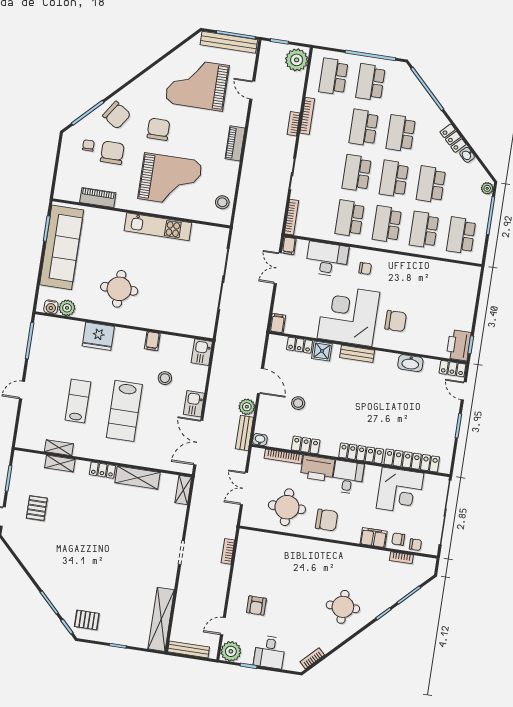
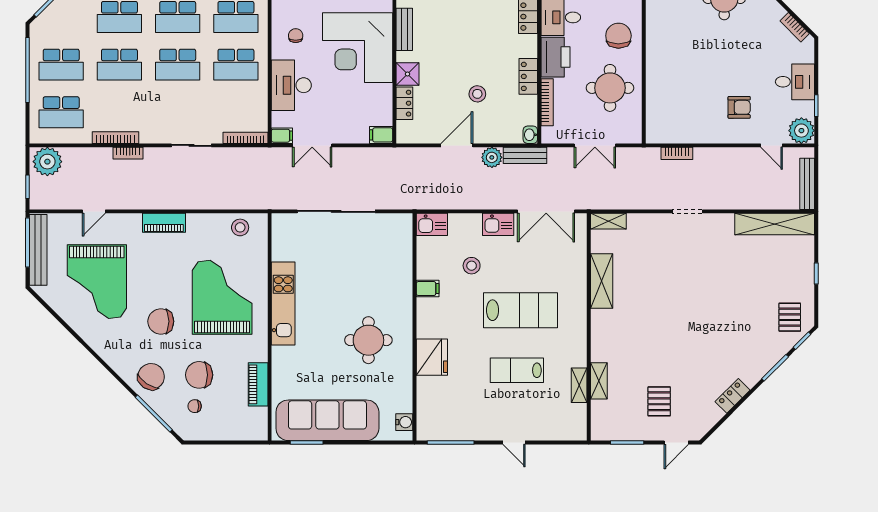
plant: (67, 308) -> (402, 402), removed
locker: (102, 470) -> (733, 396), moved, turned -135
pallet: (37, 508) -> (659, 401), turned 90

